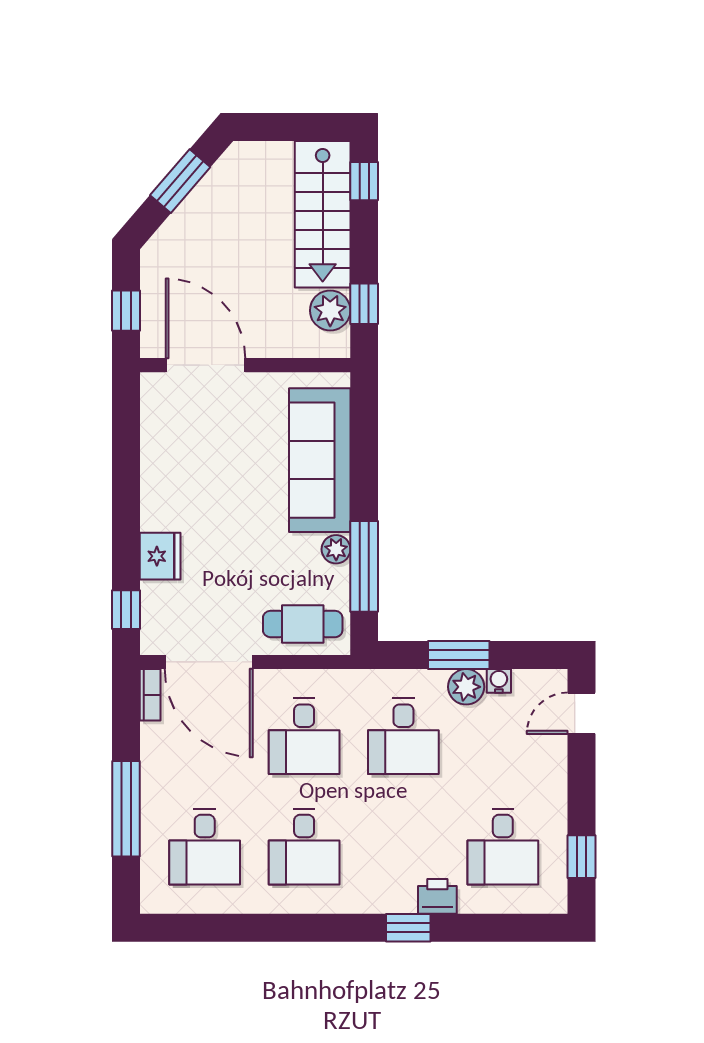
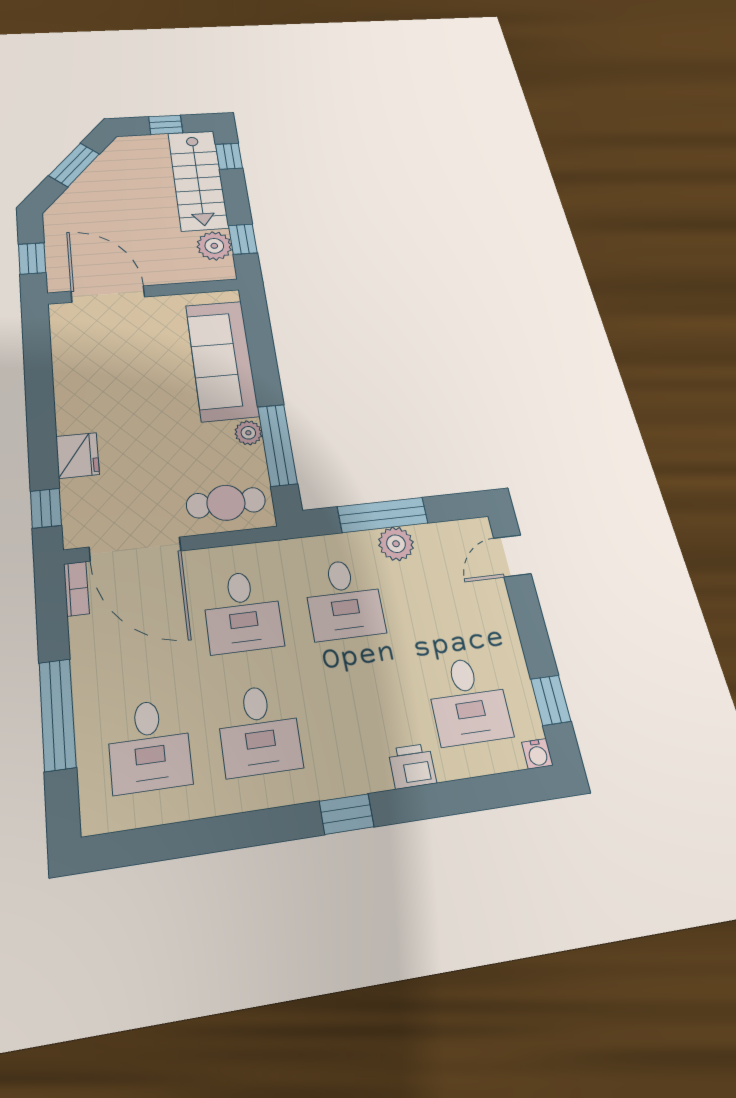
window: (294, 127) -> (166, 125), added
window: (459, 655) -> (383, 515), width x1.44
water cooler: (499, 681) -> (537, 754), moved, turned 180
window: (408, 928) -> (347, 814), moved

